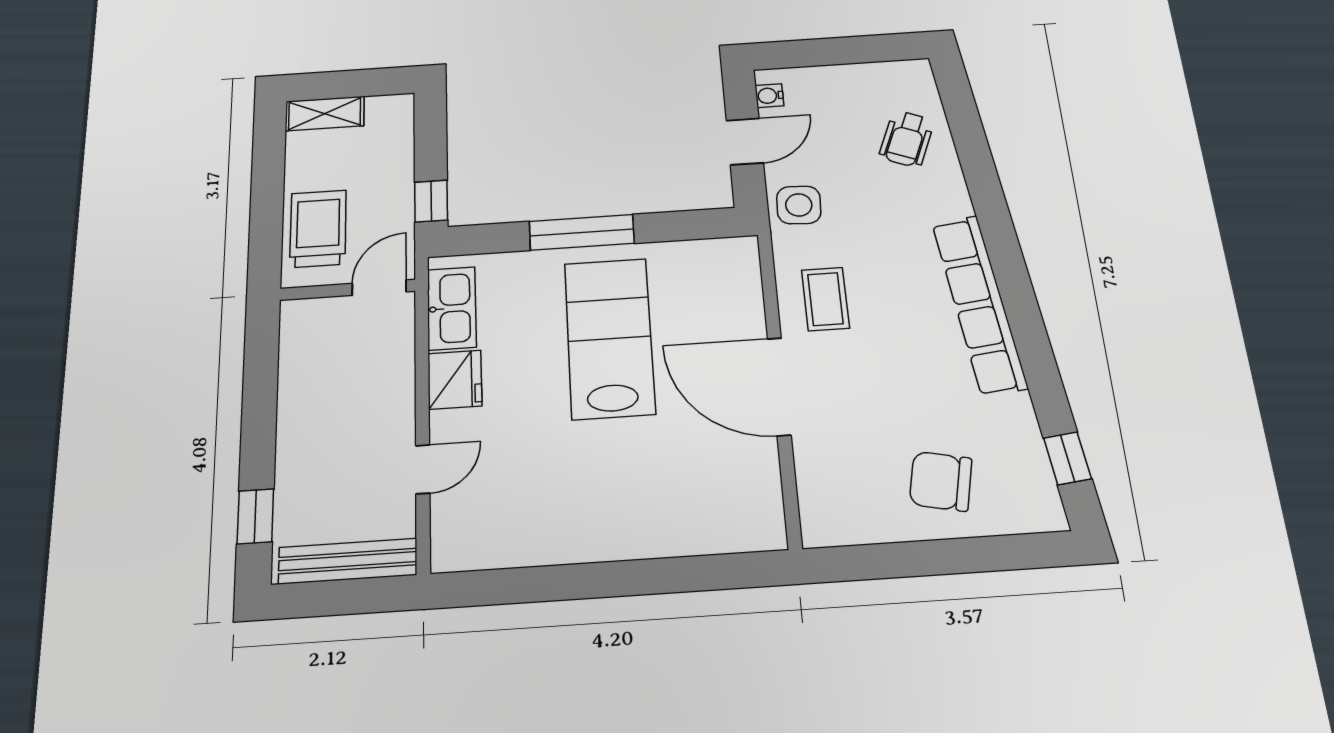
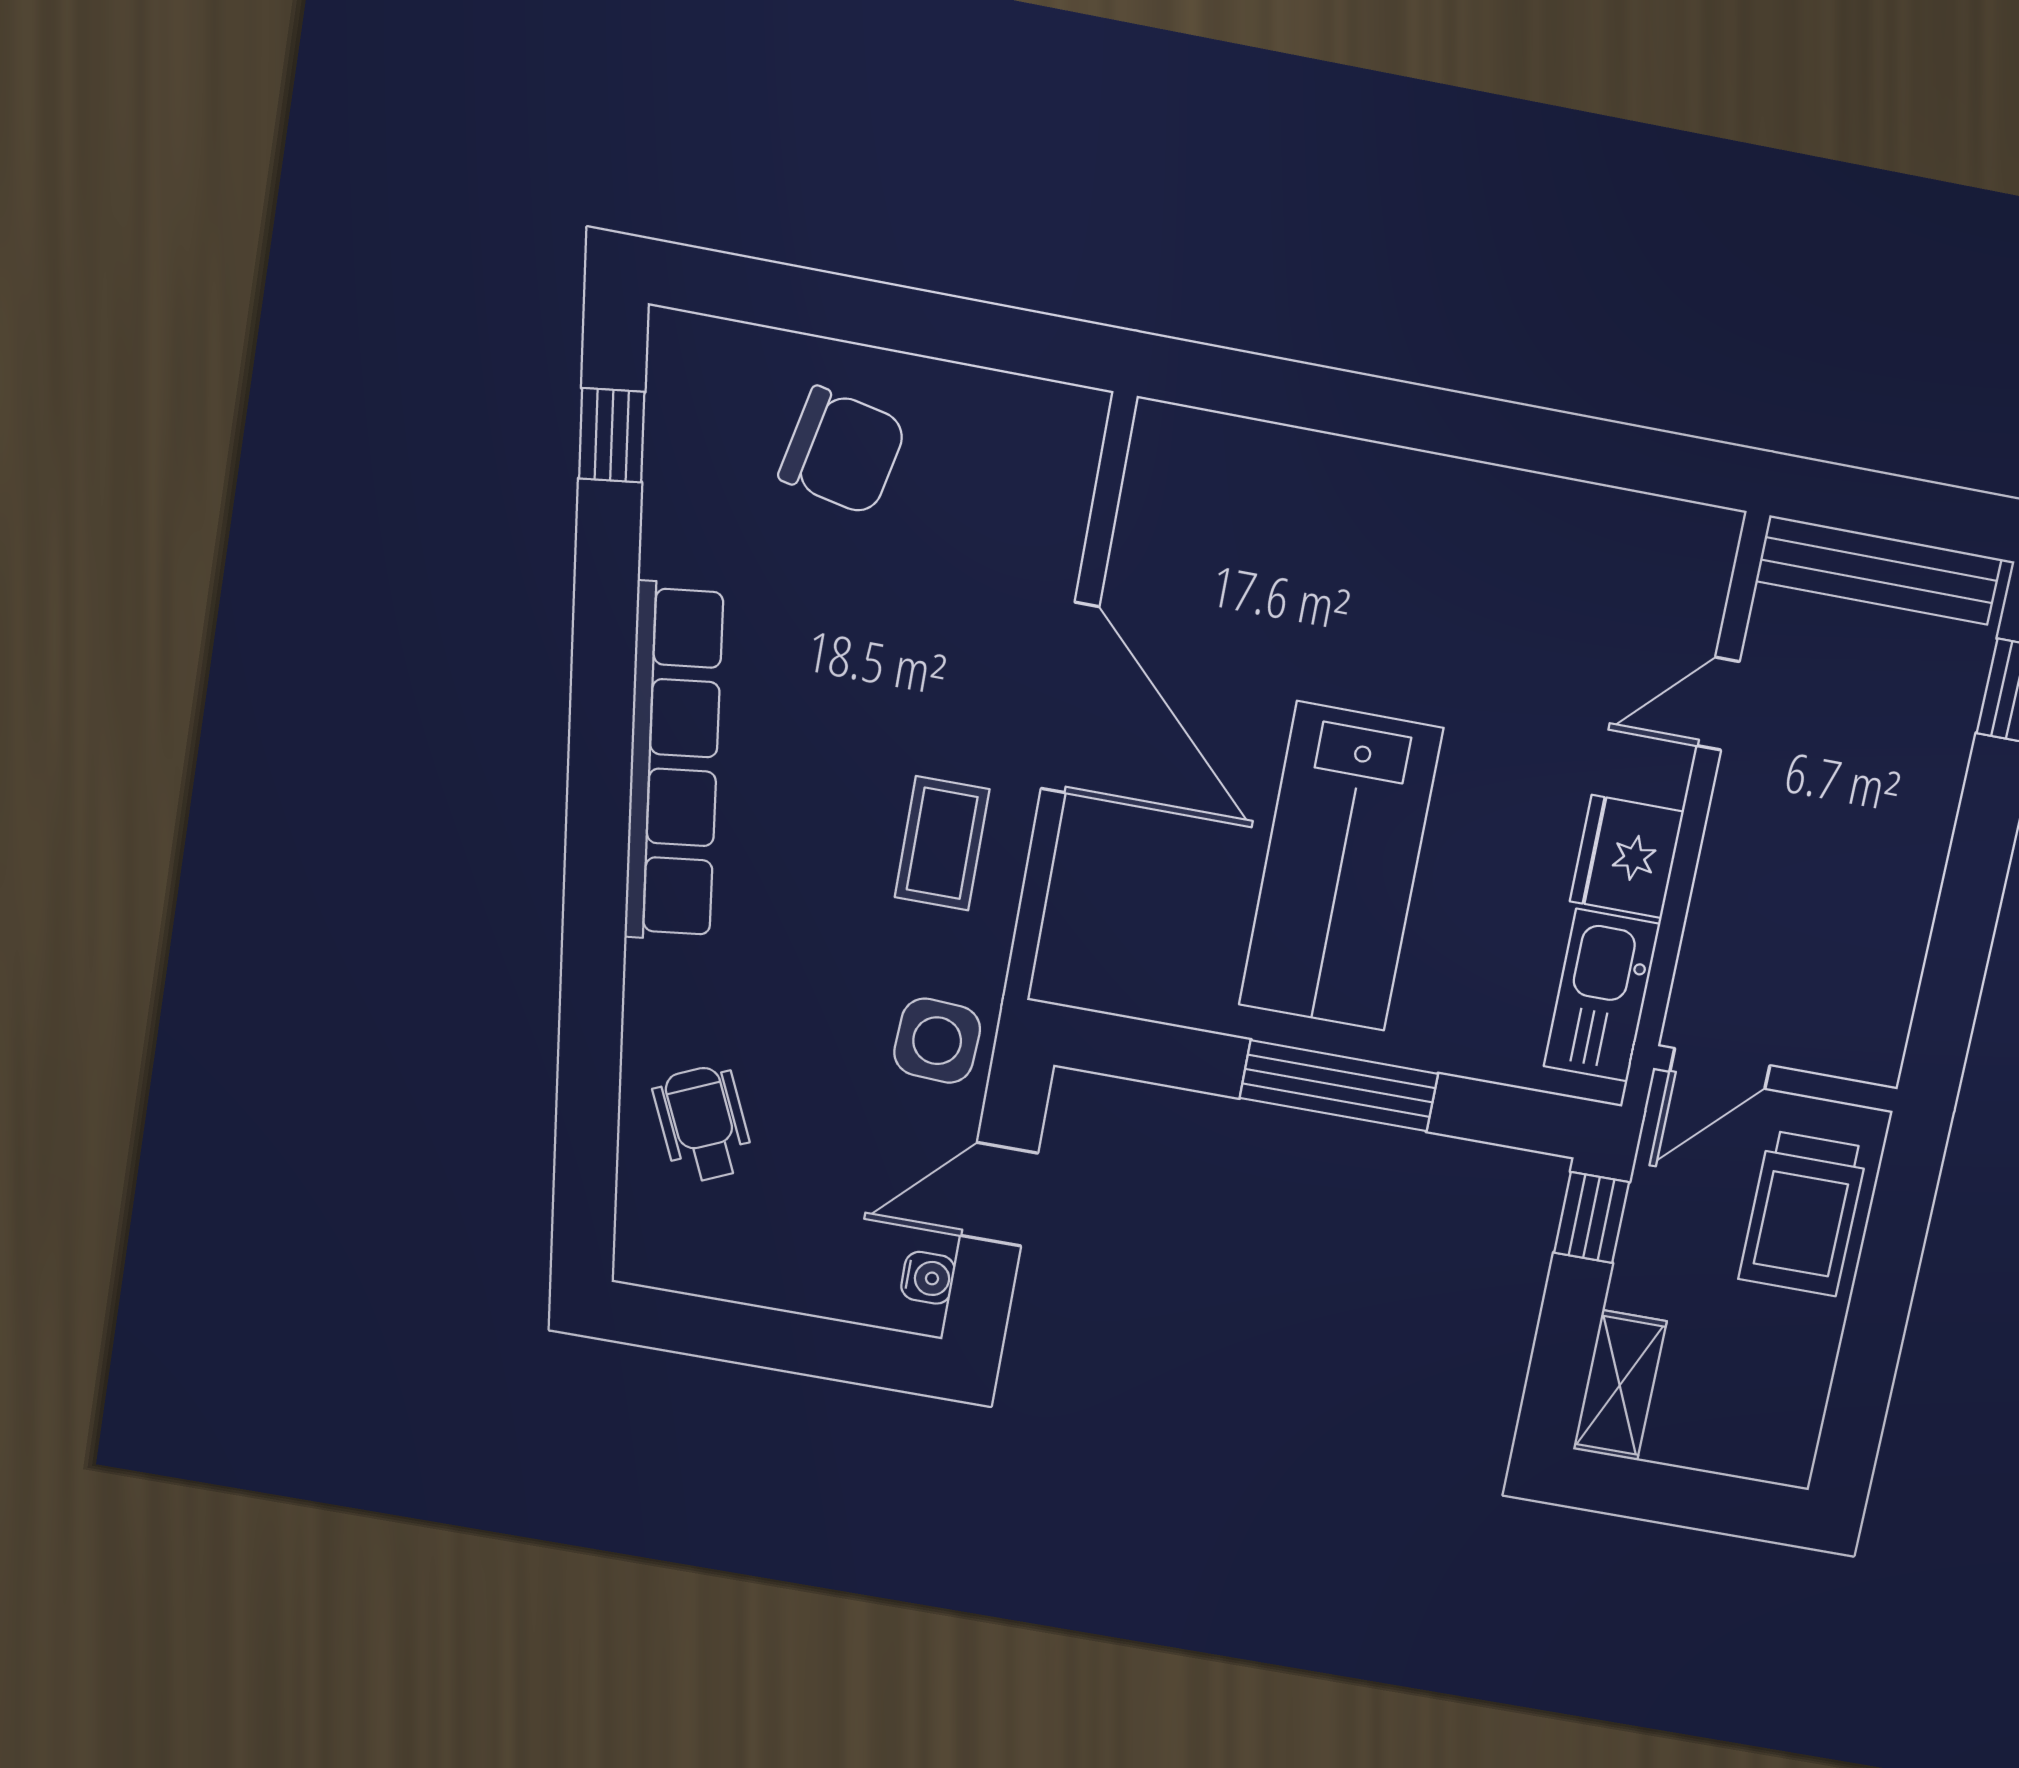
shelving: (325, 114) -> (1620, 1385), moved, turned 90
wheelchair: (907, 139) -> (703, 1124), turned -46

